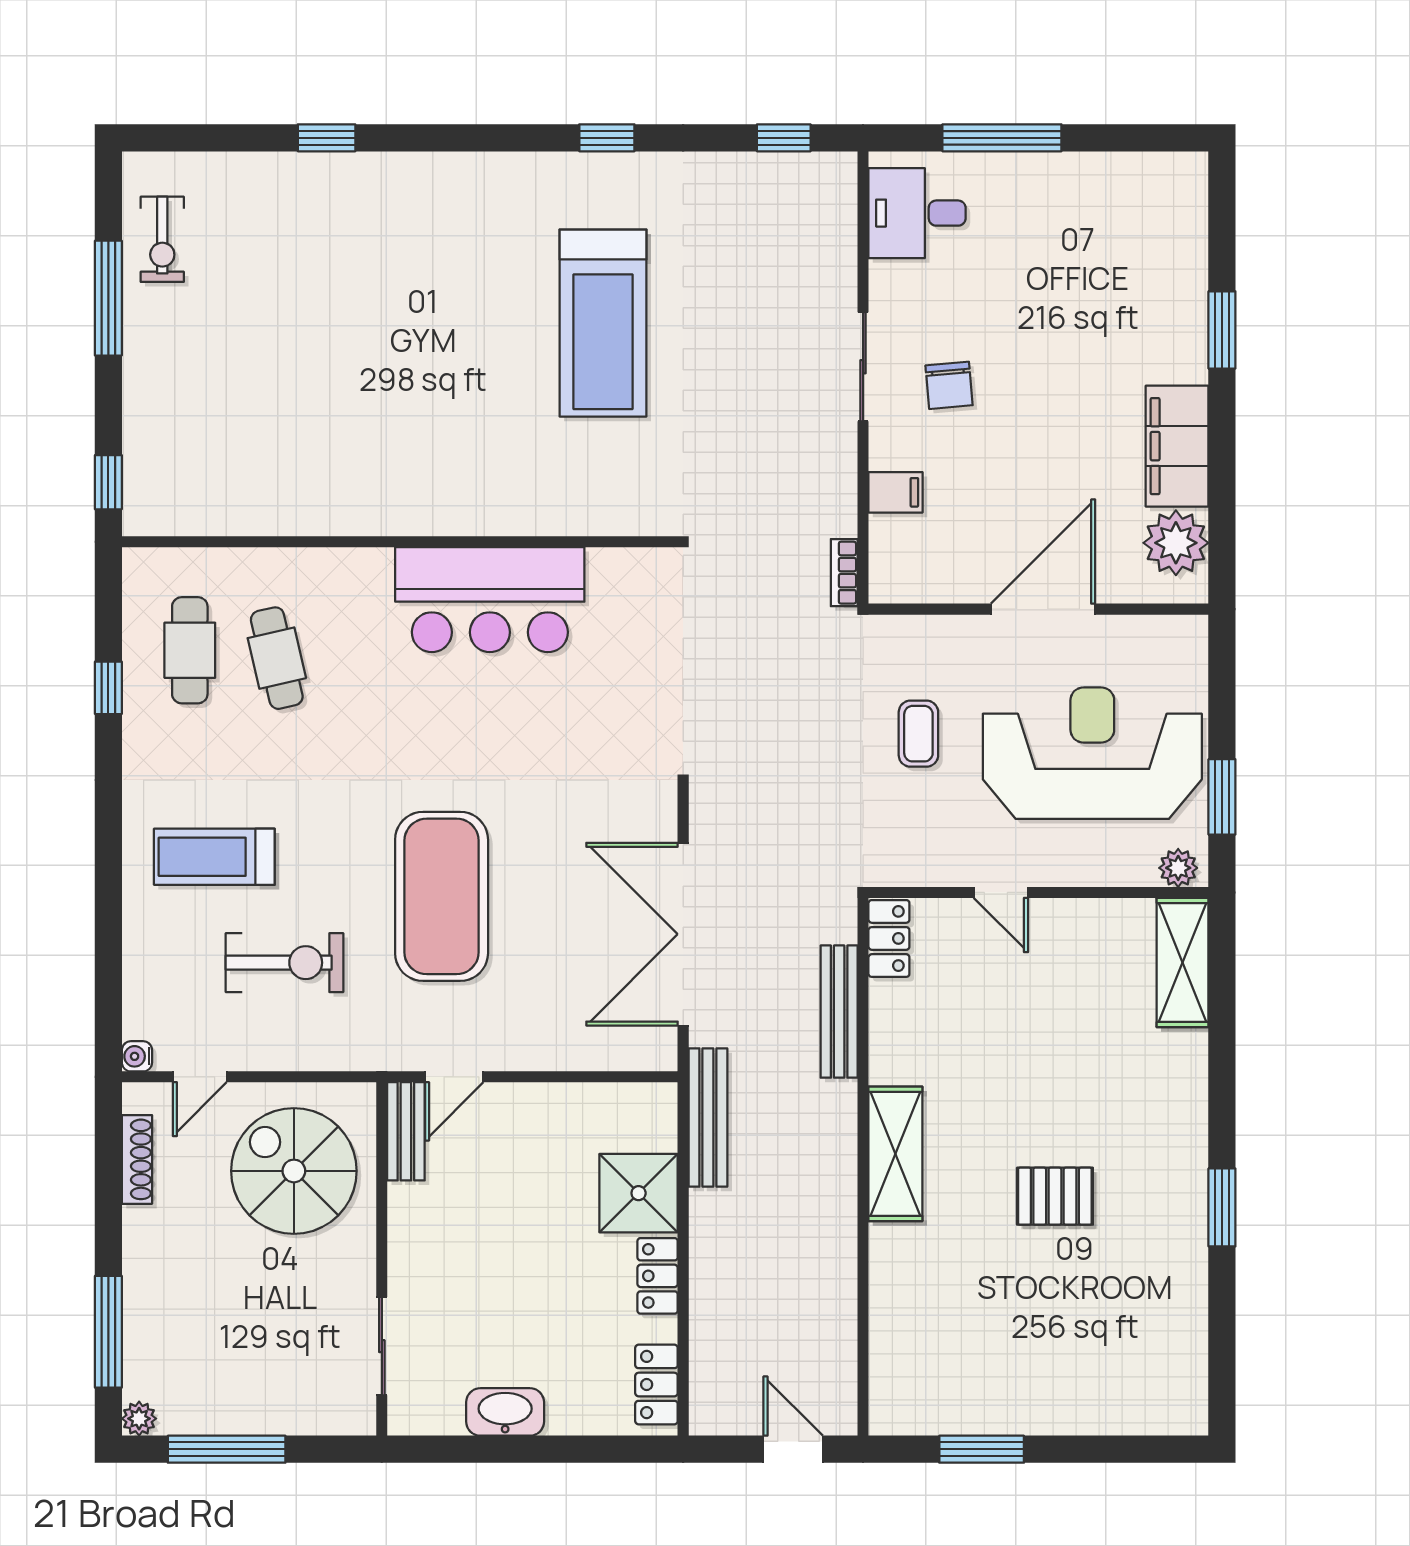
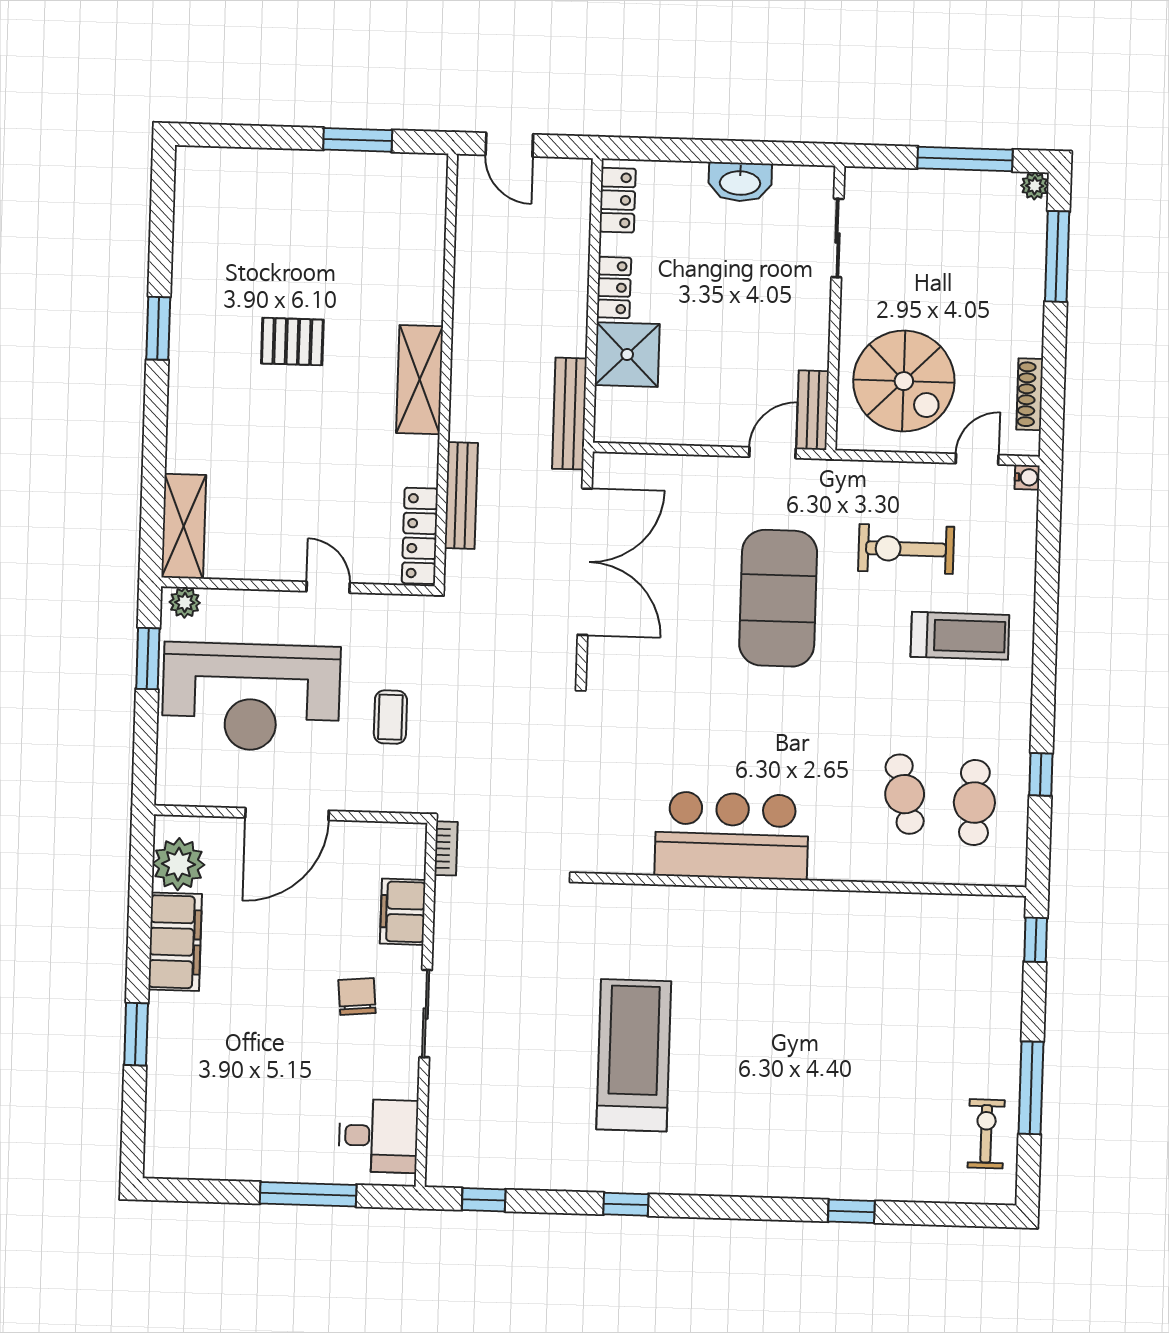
filing cabinet: (895, 492) -> (403, 912), width x2.00
locker: (889, 938) -> (420, 536), width x1.53

